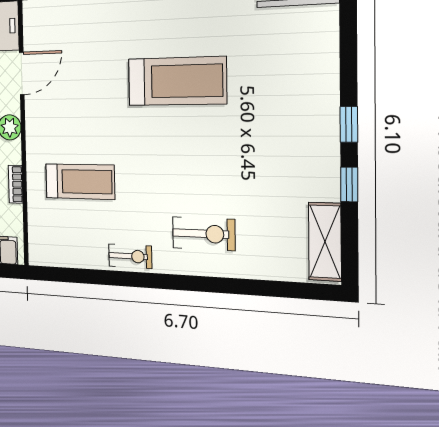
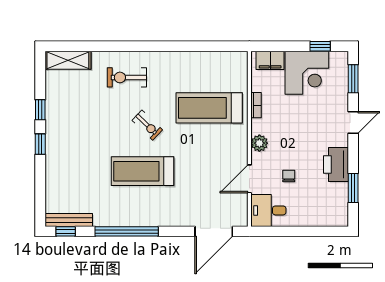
treadmill: (80, 182) -> (209, 108), width x1.37, depth x1.38
shelving: (325, 242) -> (68, 60), moved, turned 90
exercise bike: (130, 256) -> (147, 125), moved, turned -136

